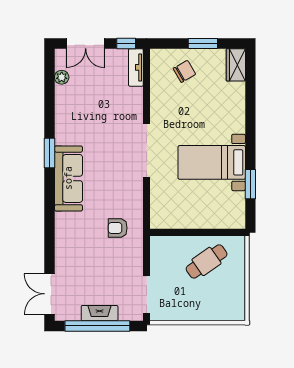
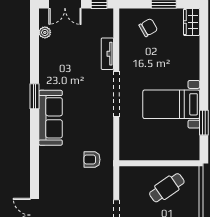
tv unit: (136, 67) -> (107, 54), moved

